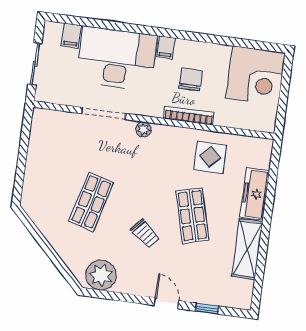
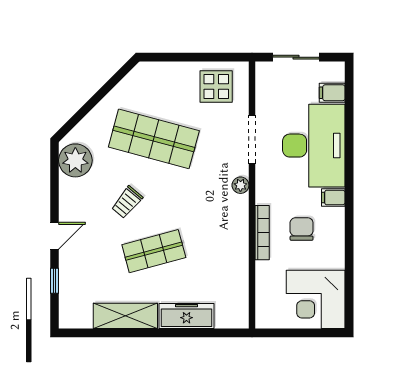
chair: (190, 80) -> (302, 229), turned -90
display table: (210, 157) -> (216, 87), moved
shop shelf: (91, 202) -> (154, 139), width x1.43, depth x1.36

